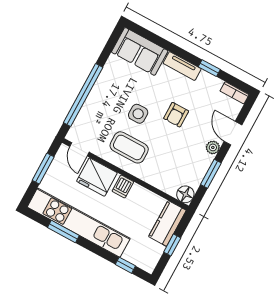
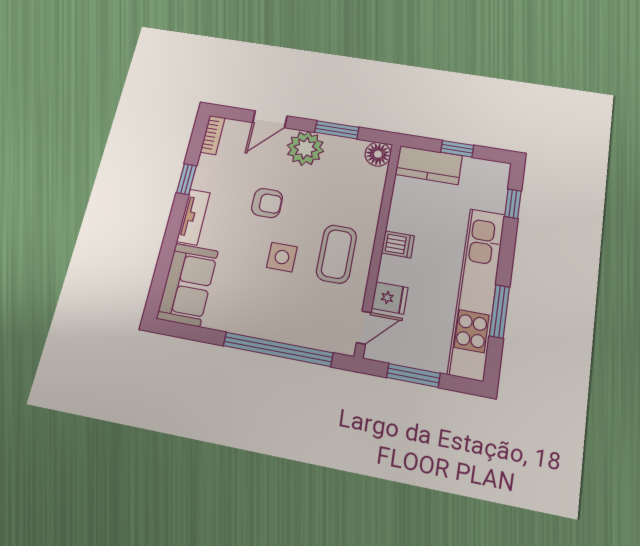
plant: (213, 147) -> (305, 148), width x1.88, depth x1.88
fridge: (97, 177) -> (390, 298), width x0.53, depth x0.75

